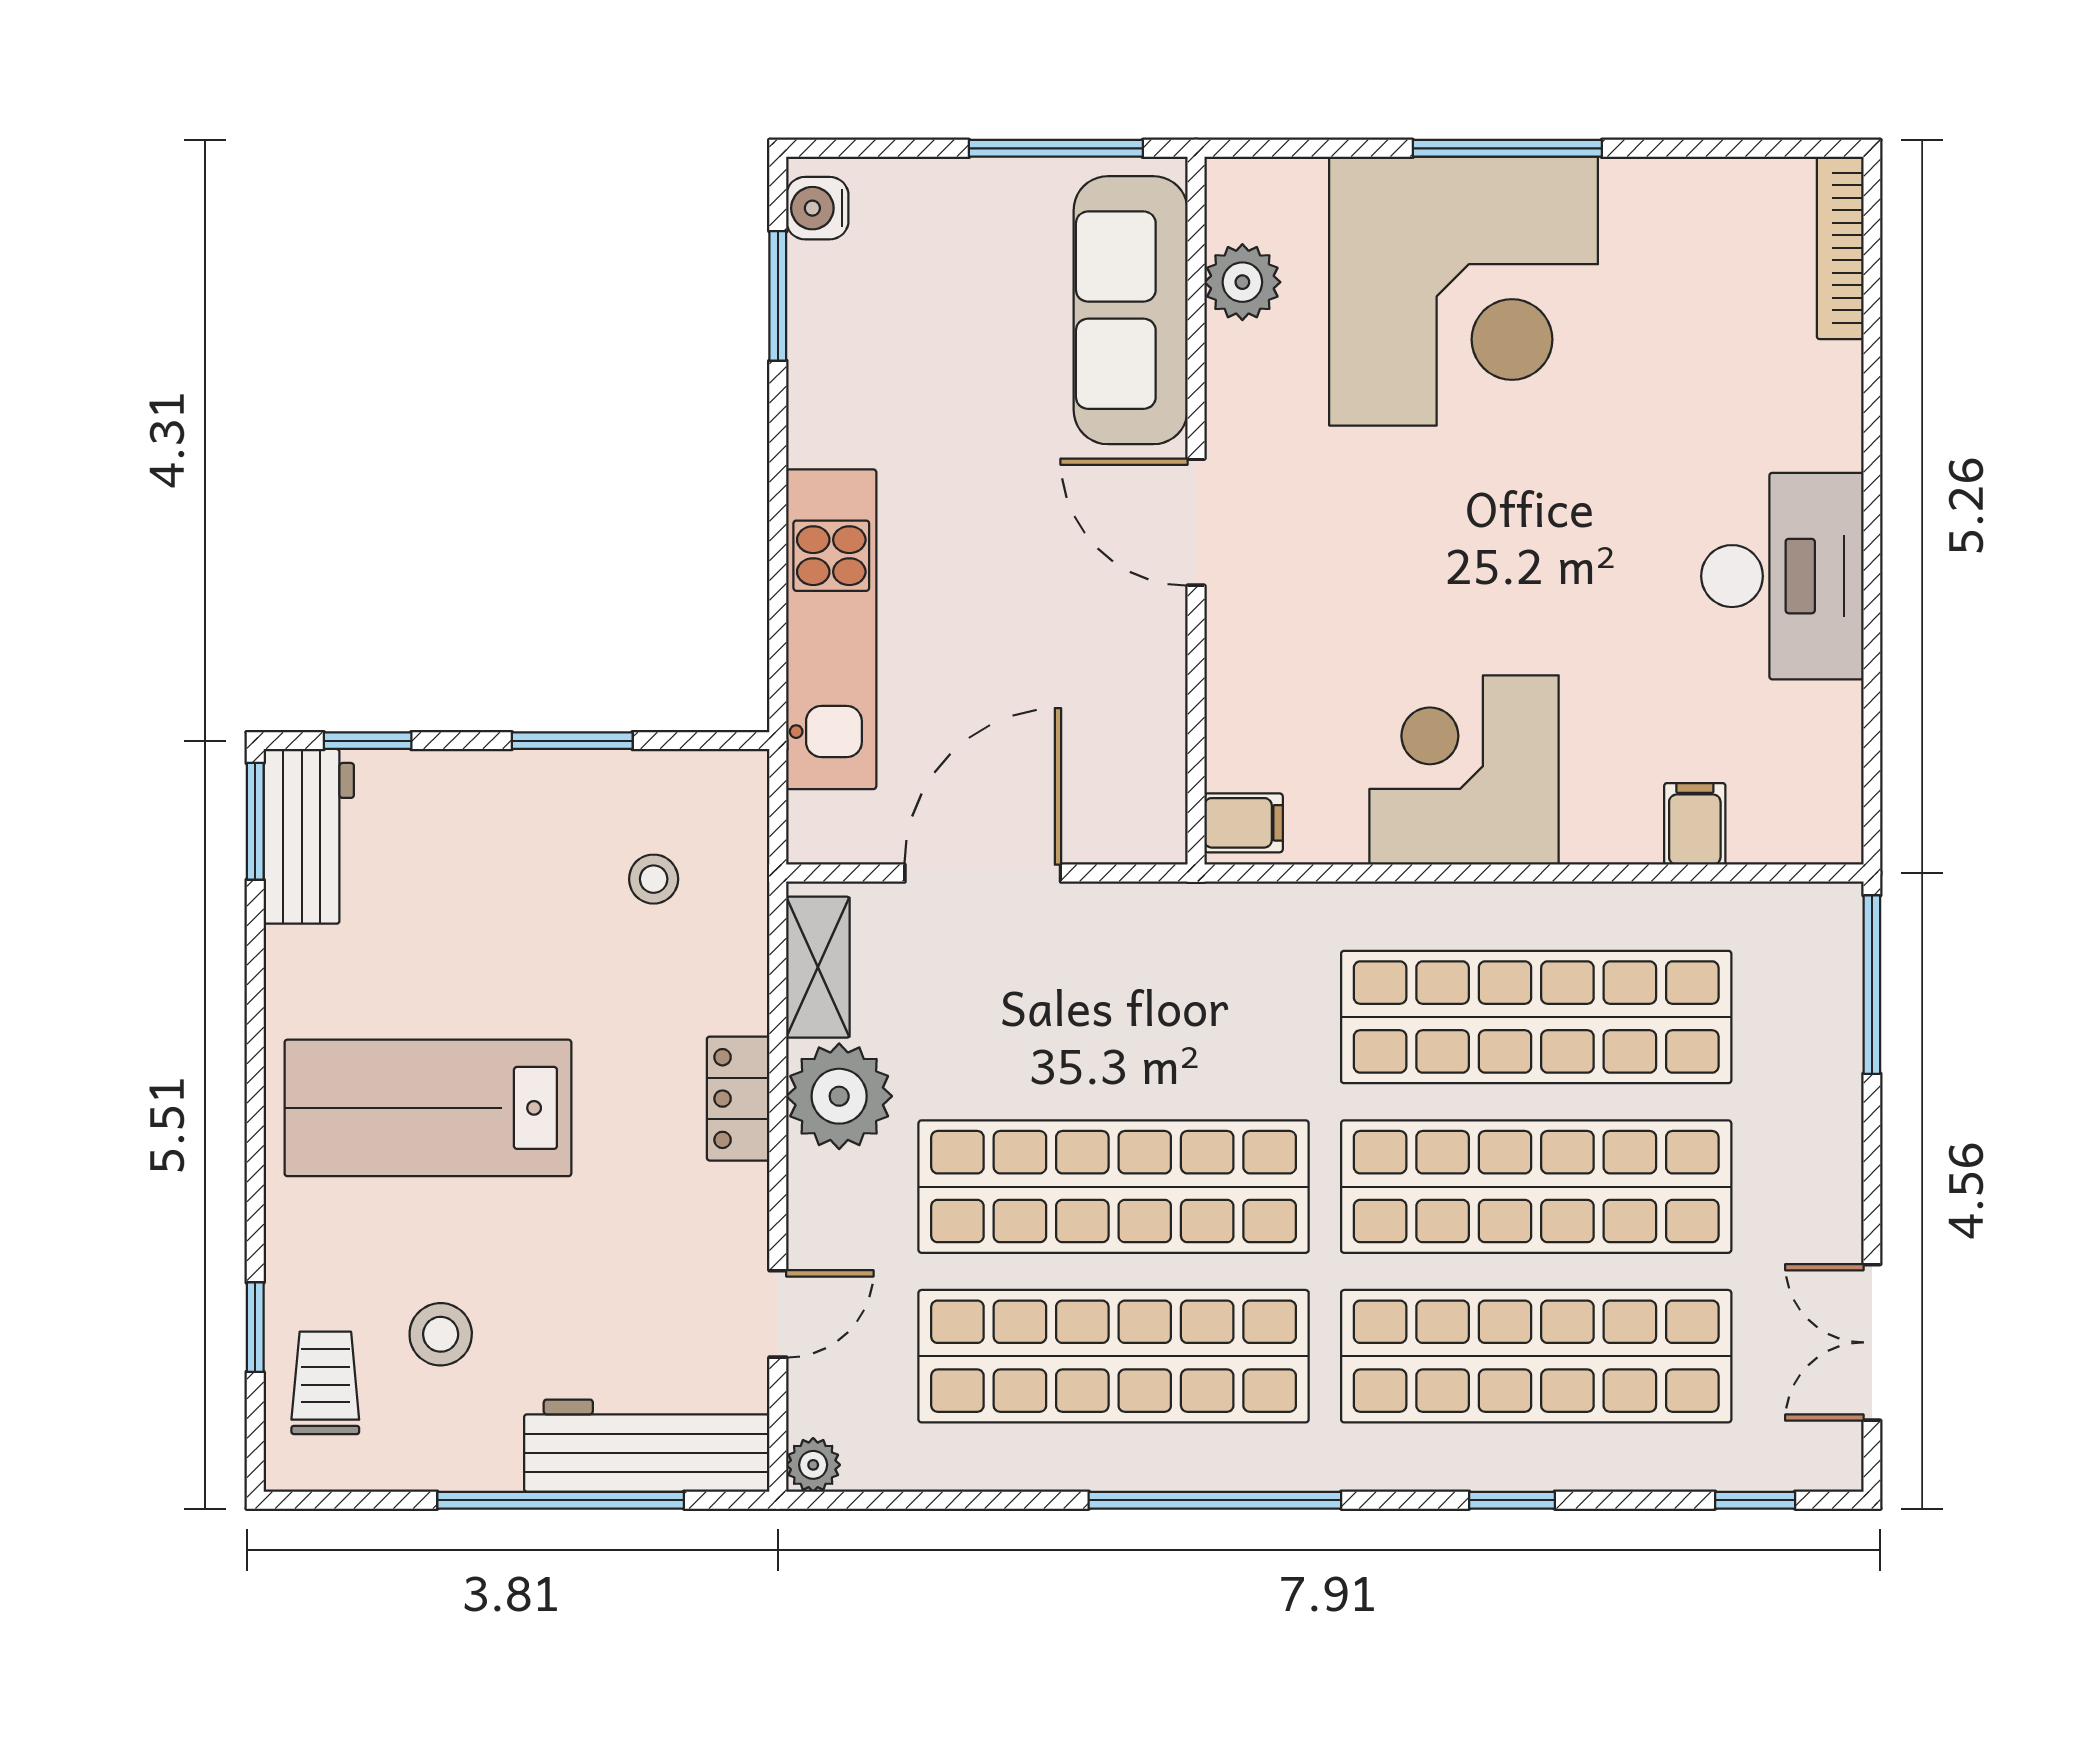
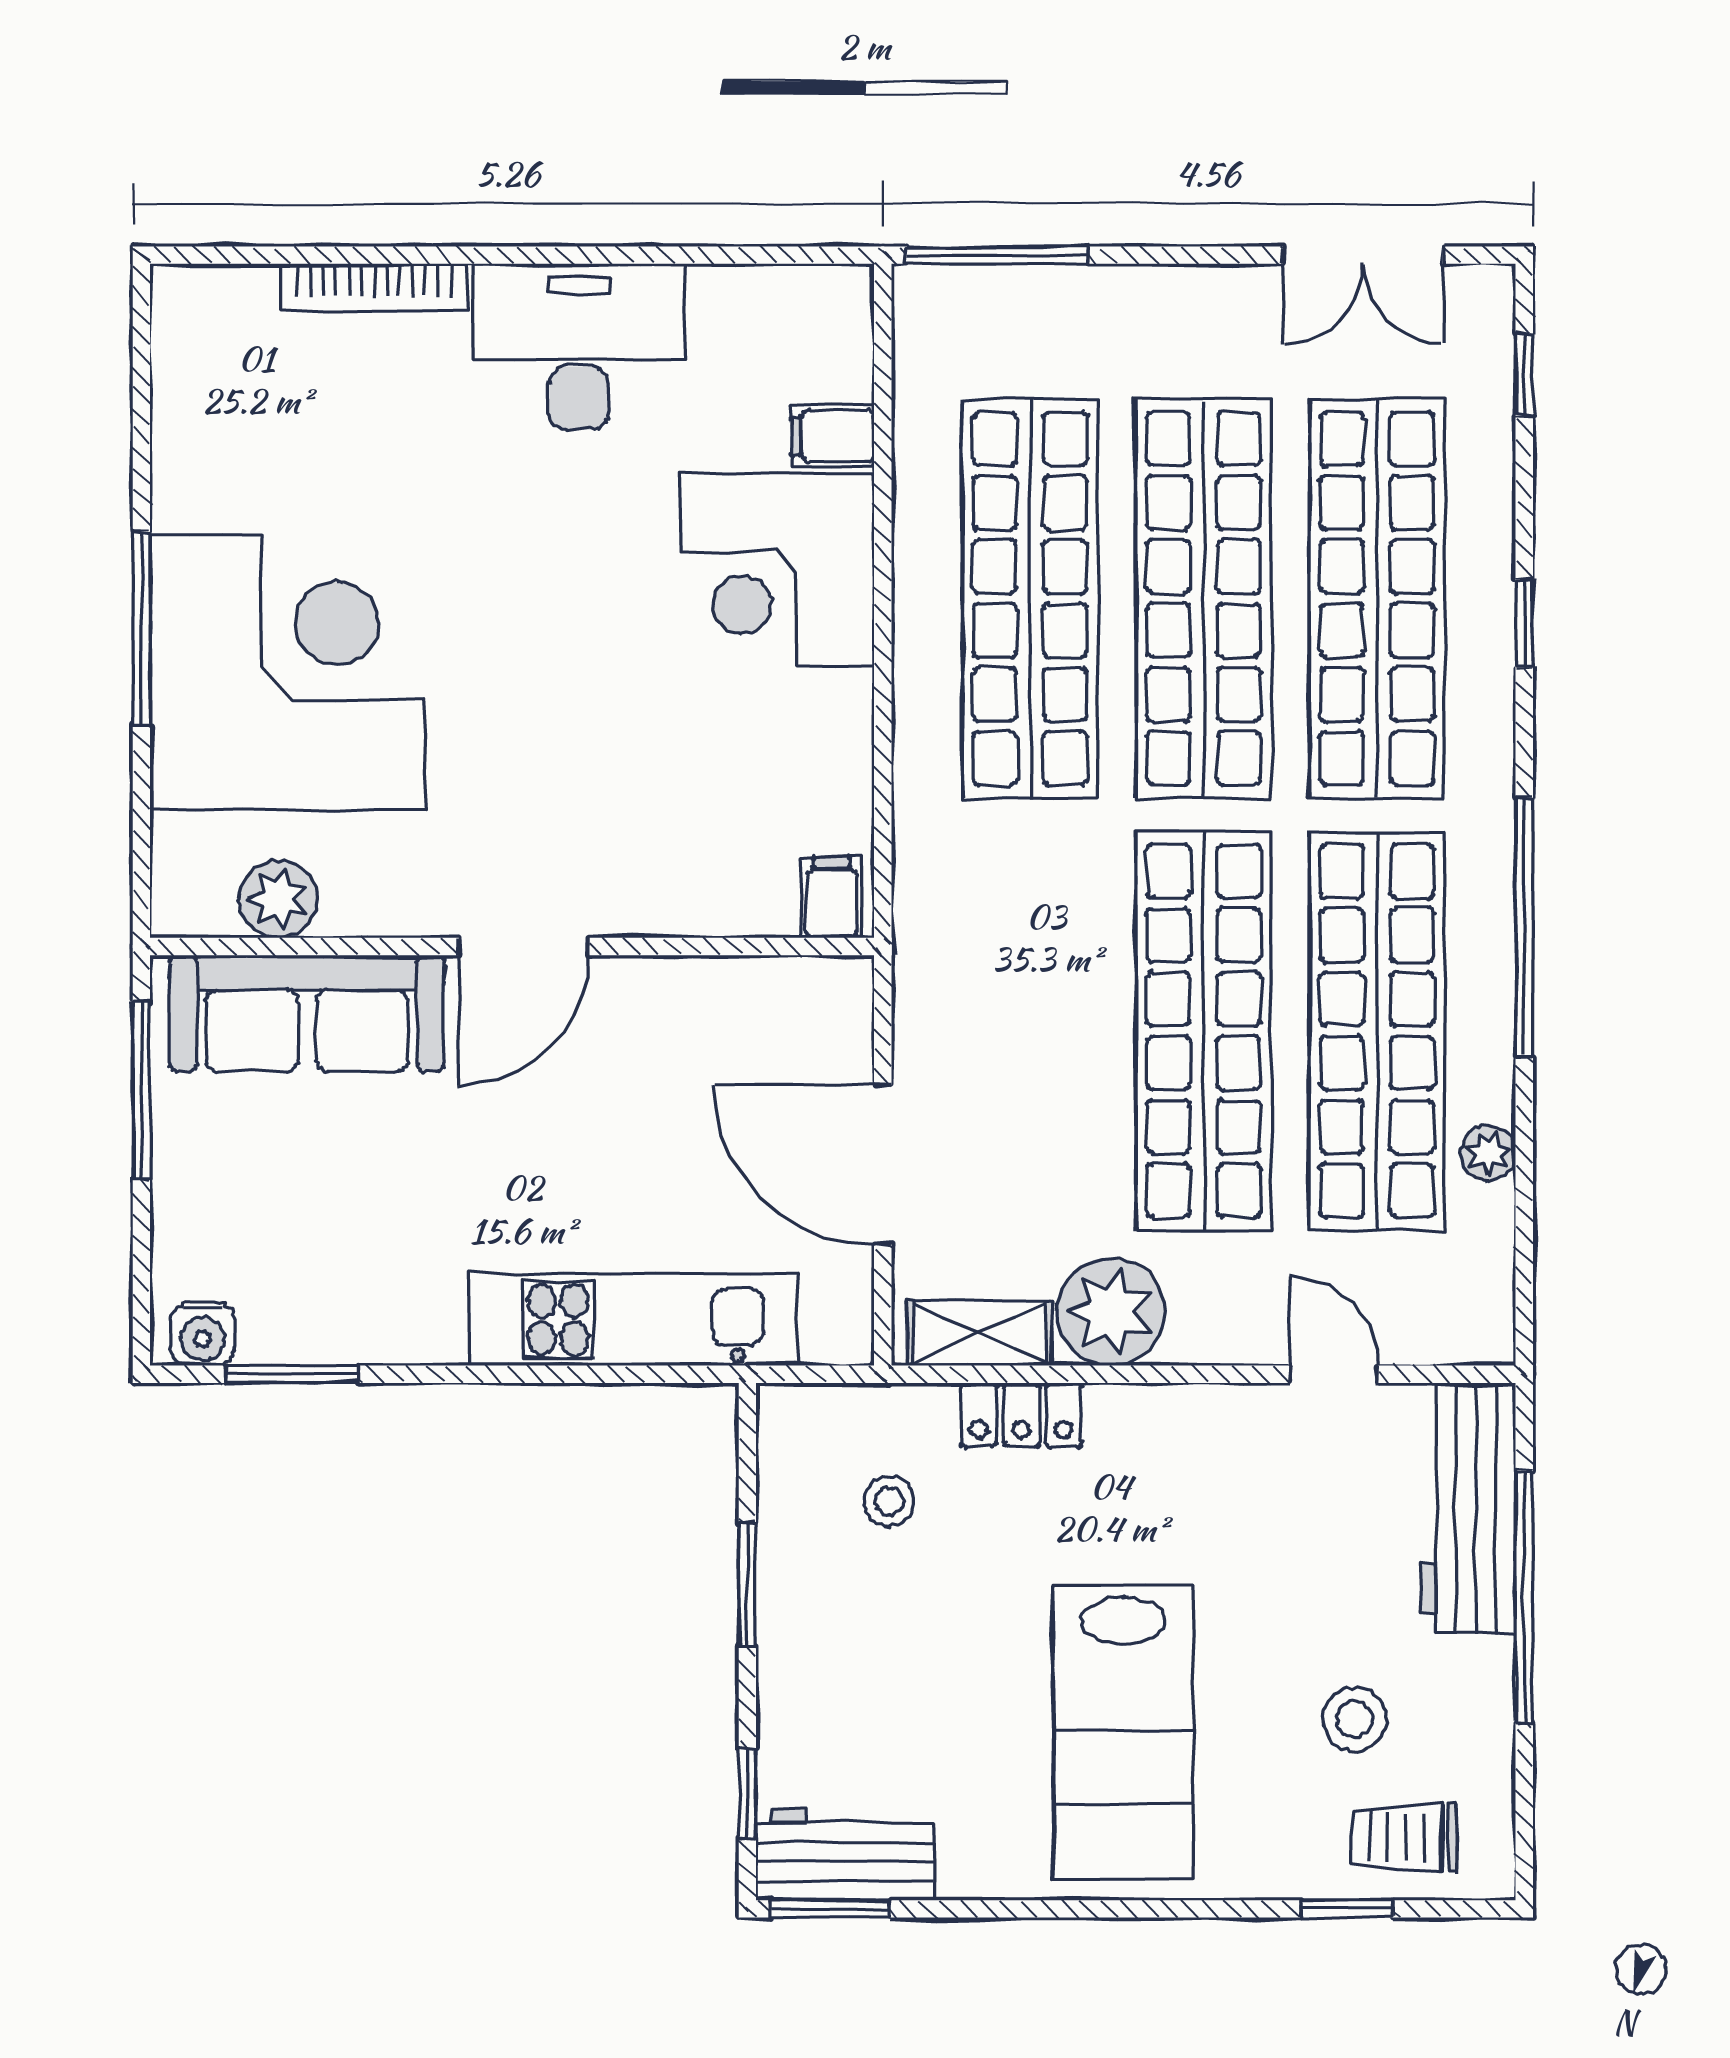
bookcase: (1840, 248) -> (374, 288), moved
corner desk: (1464, 770) -> (777, 570), moved
locker: (738, 1099) -> (1021, 1415), moved
plant: (813, 1465) -> (1488, 1153), moved

